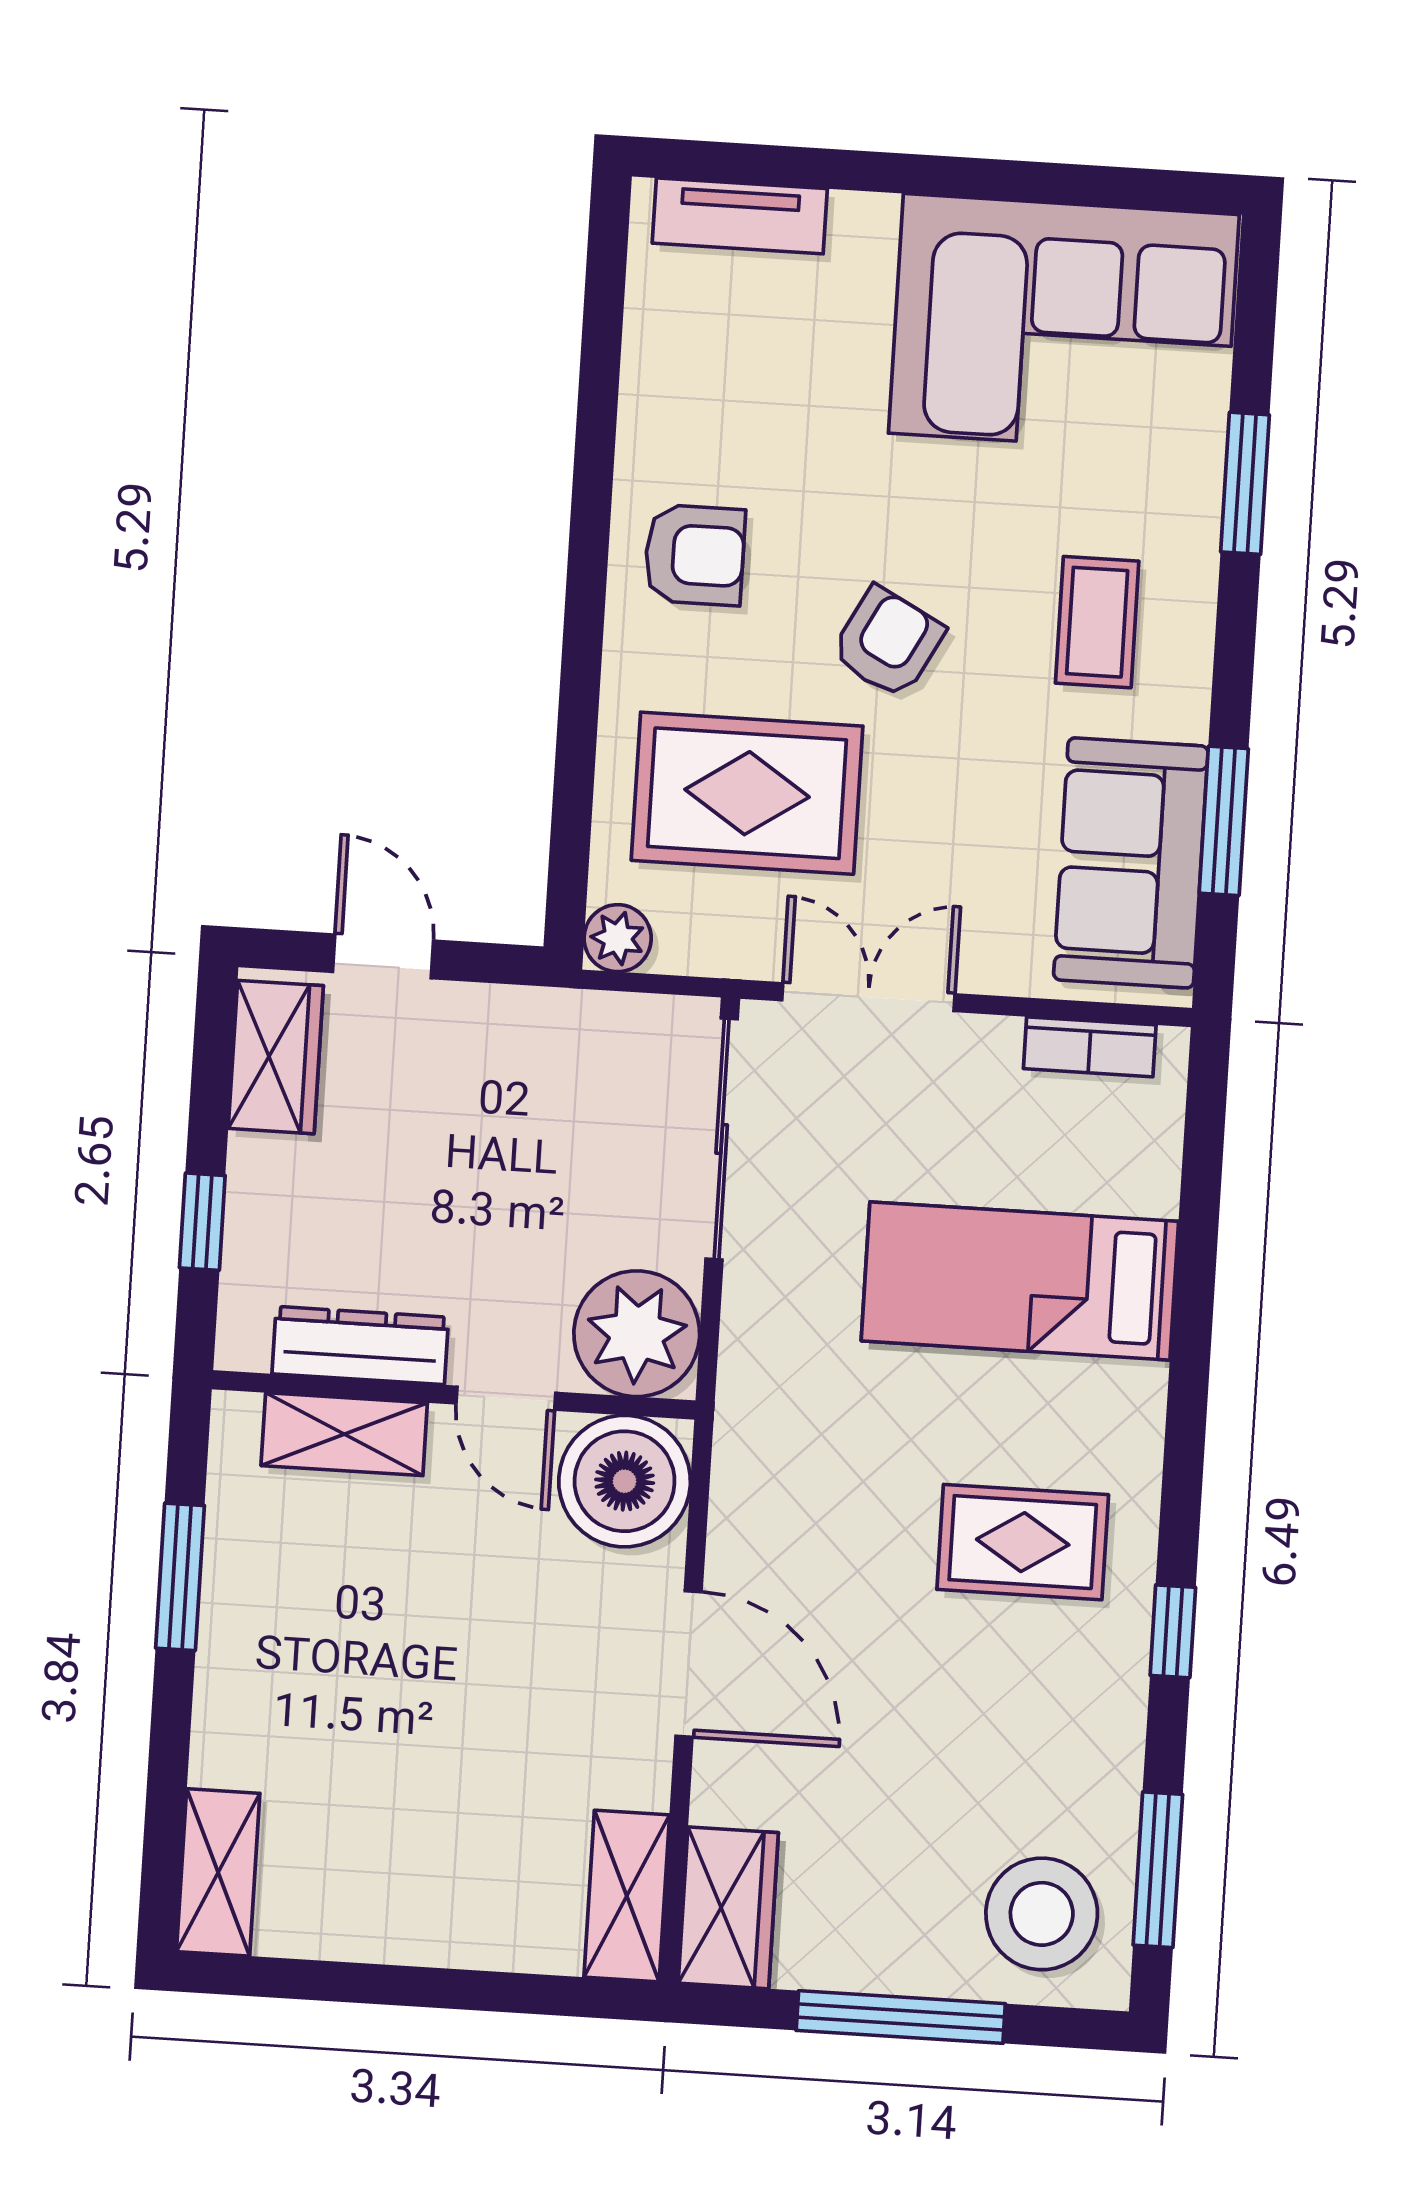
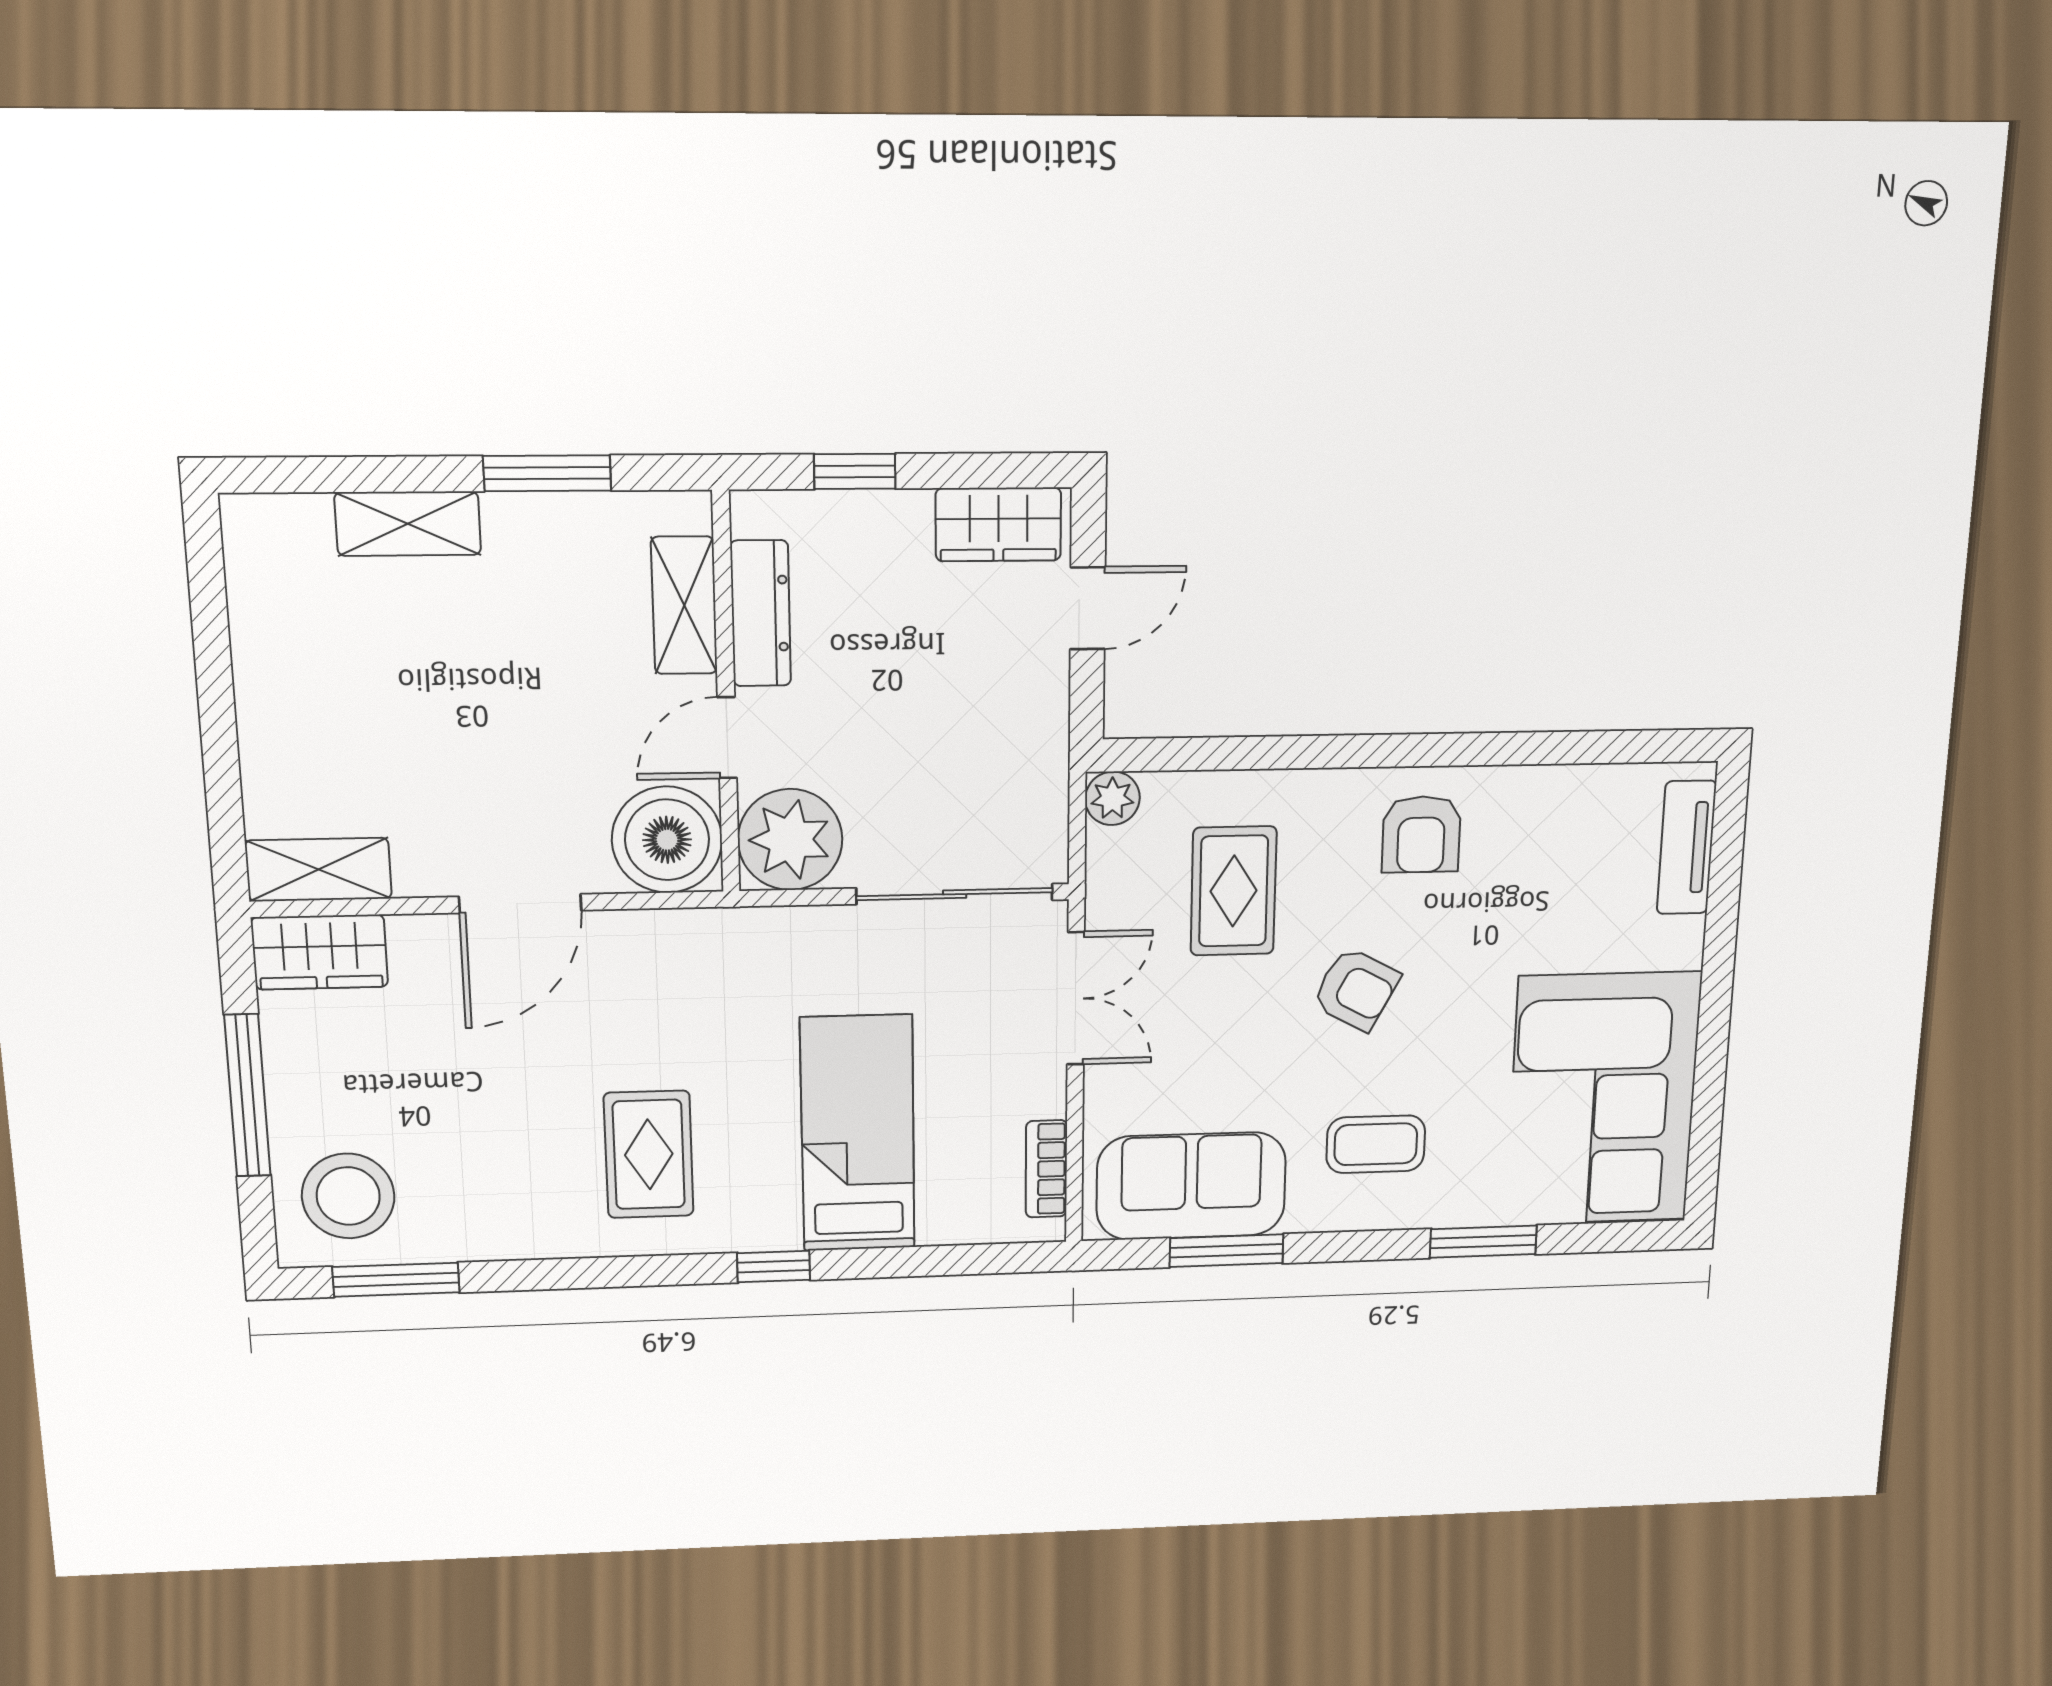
rug: (747, 793) -> (1234, 891), width x0.73, depth x0.70
window: (1173, 1631) -> (774, 1266), moved
shelving: (218, 1872) -> (408, 524), moved

